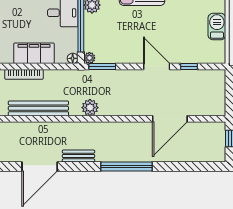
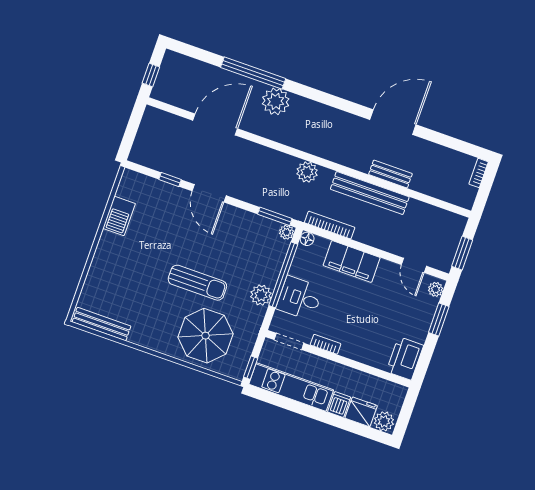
bookcase: (24, 74) -> (330, 225), moved
plant: (131, 151) -> (276, 101), added
bench: (78, 156) -> (390, 174), moved
window: (127, 166) -> (253, 73), moved

